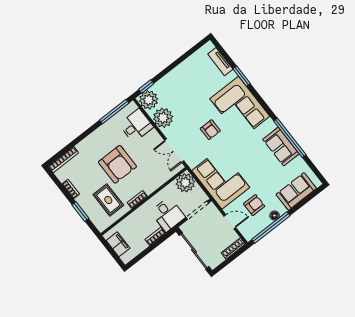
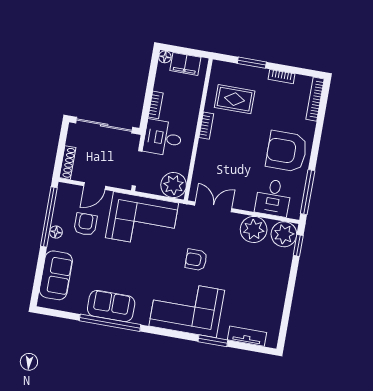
armchair: (117, 164) -> (287, 151), moved
armchair: (254, 205) -> (85, 224), turned 180
floor lamp: (126, 259) -> (165, 57), added

